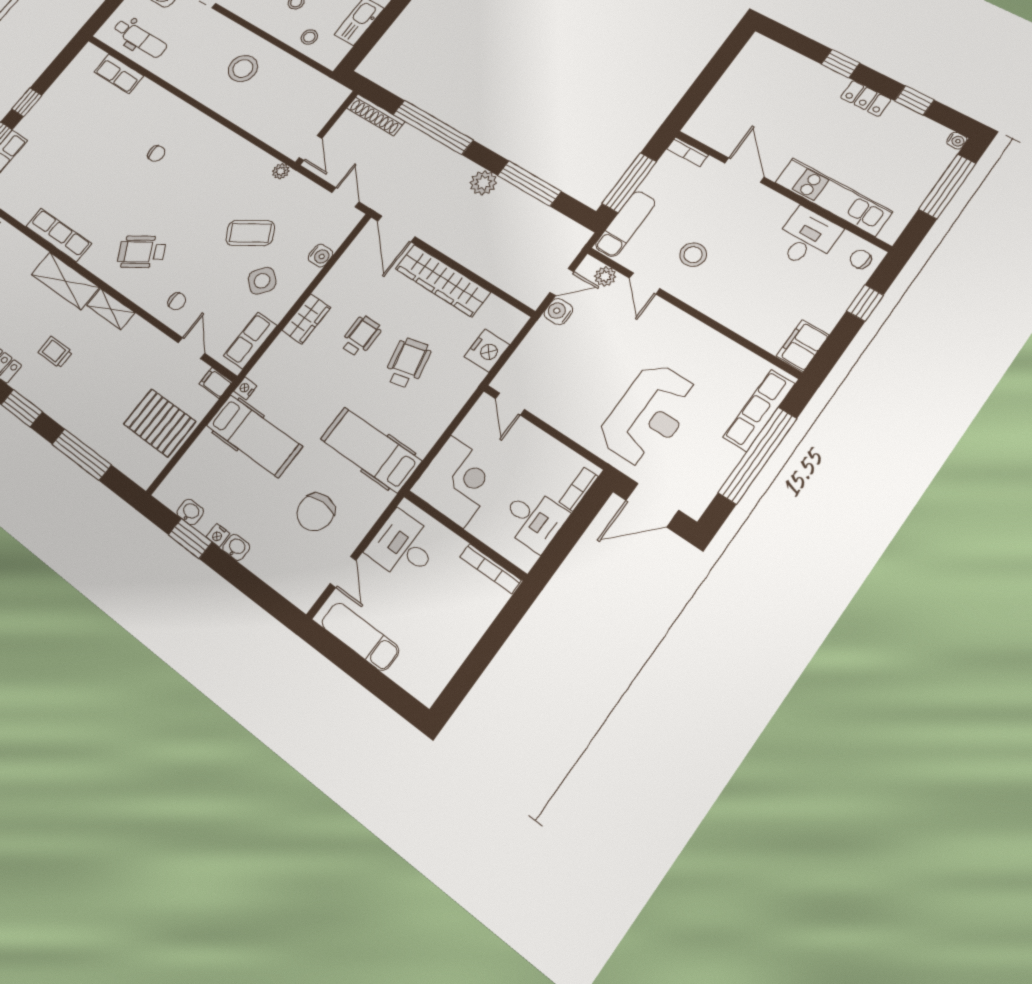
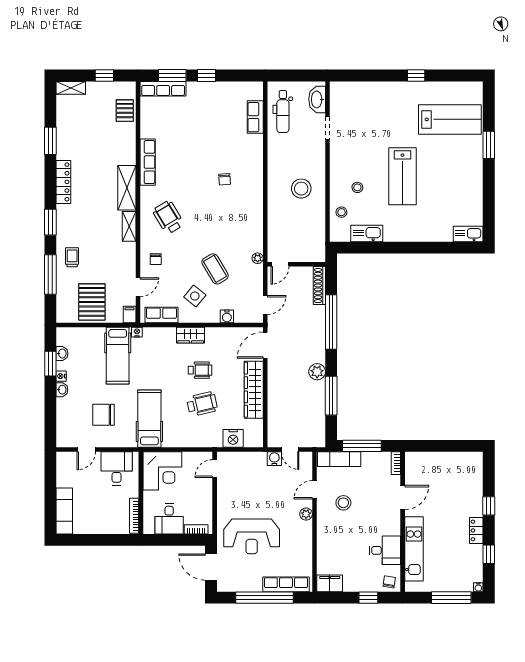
plant: (605, 276) -> (306, 514), moved
trolley: (55, 352) -> (72, 257), moved
exam couch: (360, 637) -> (64, 511), moved

